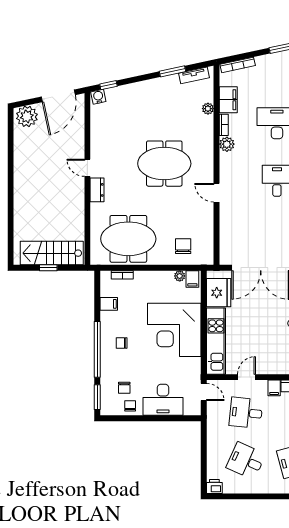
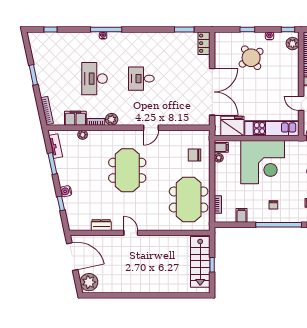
window: (108, 85) -> (61, 203), moved
water cooler: (98, 97) -> (66, 191), moved
door: (87, 168) -> (131, 233), swing flipped
dresser: (97, 190) -> (101, 225), moved

